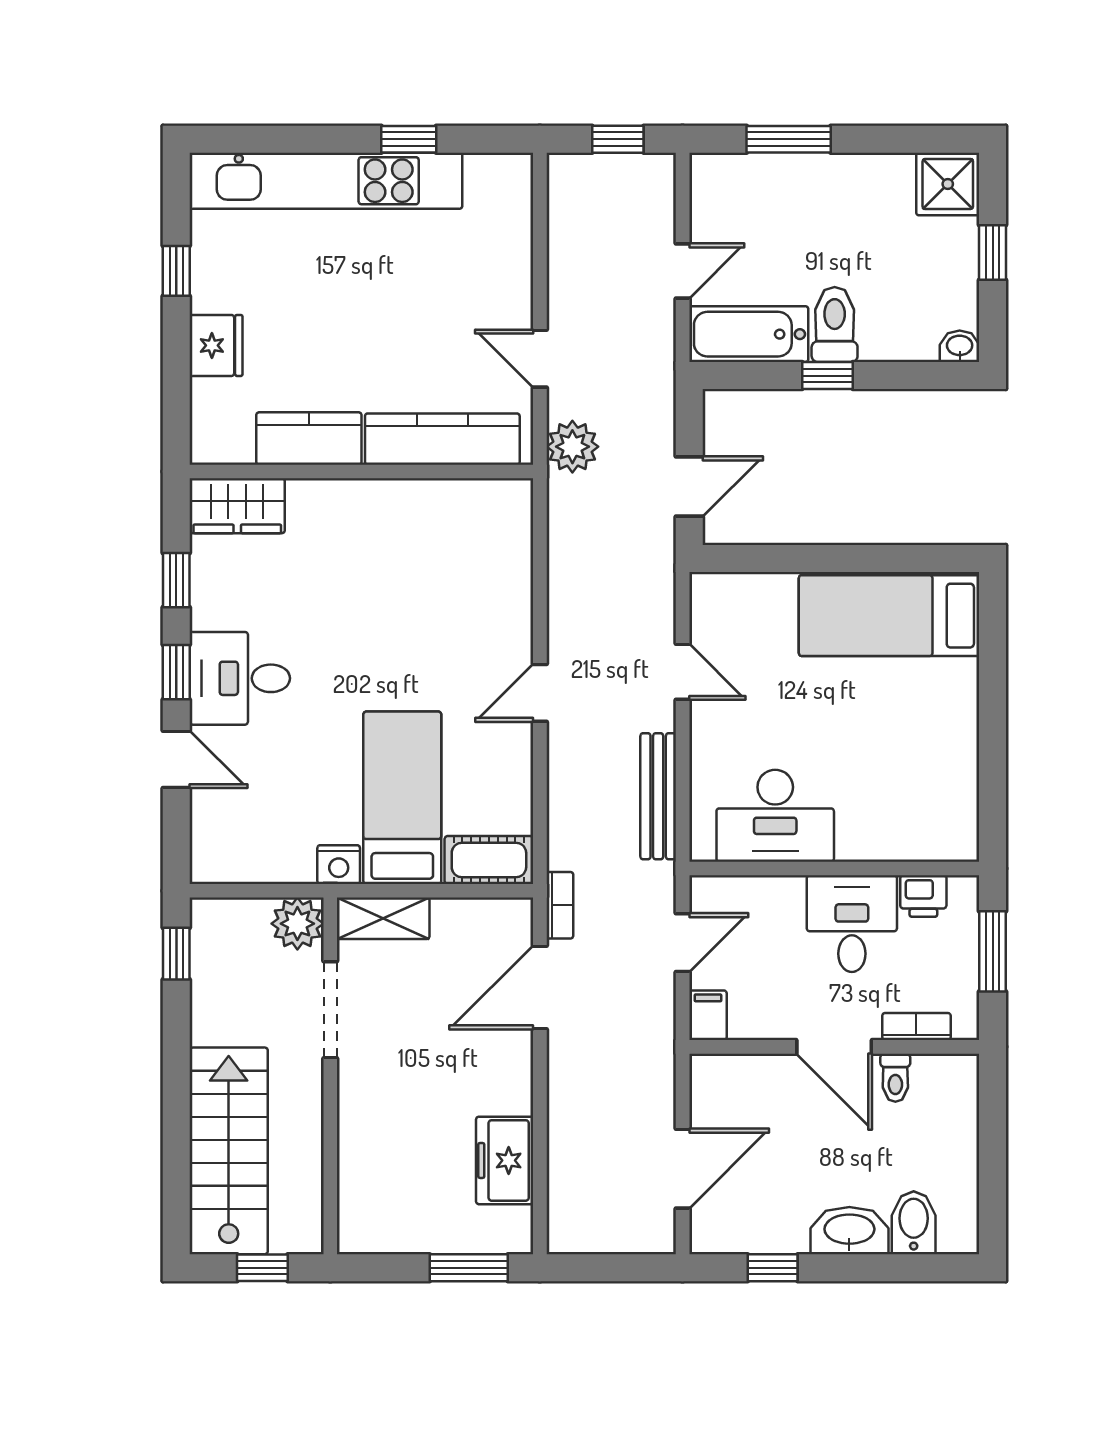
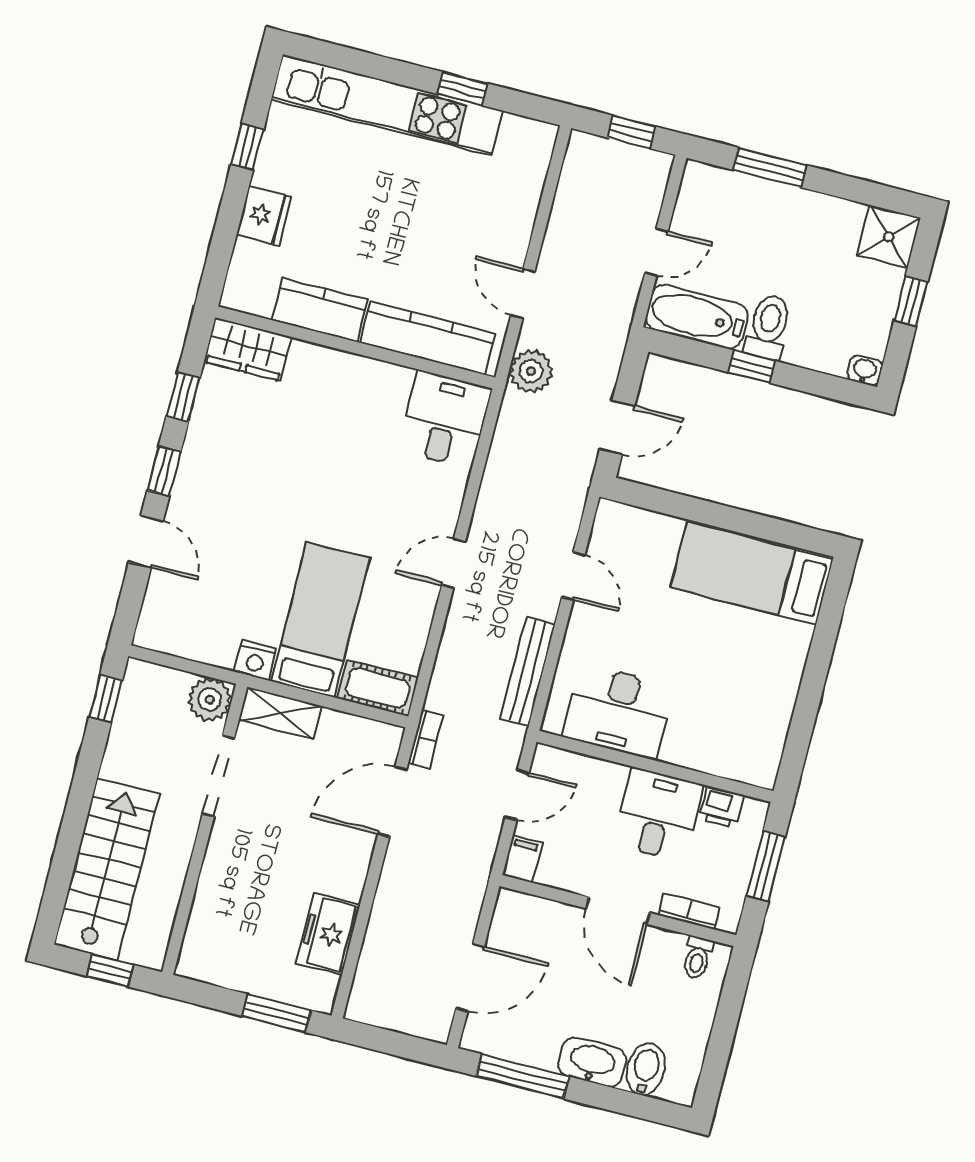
desk: (240, 678) -> (445, 419), moved, turned 90
toilet: (895, 1078) -> (698, 958), moved
window: (773, 1268) -> (522, 1076), width x2.17

